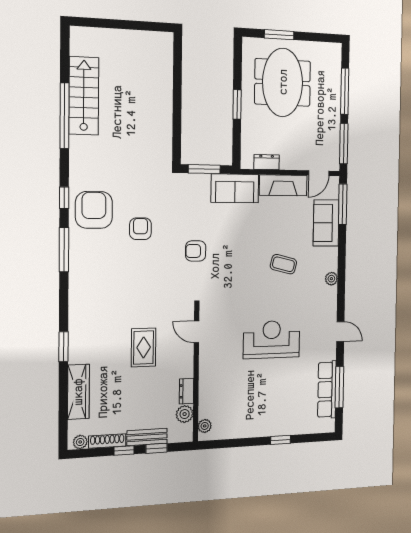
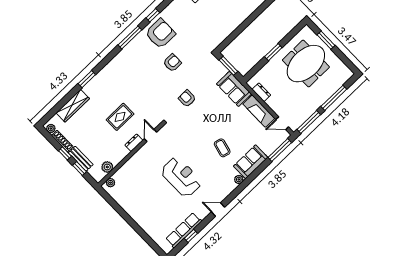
sofa: (326, 223) -> (251, 162), moved
door: (340, 332) -> (218, 210), swing flipped
window: (339, 387) -> (191, 236), width x0.46
dresser: (186, 391) -> (134, 143), moved
window: (281, 440) -> (138, 229), removed

